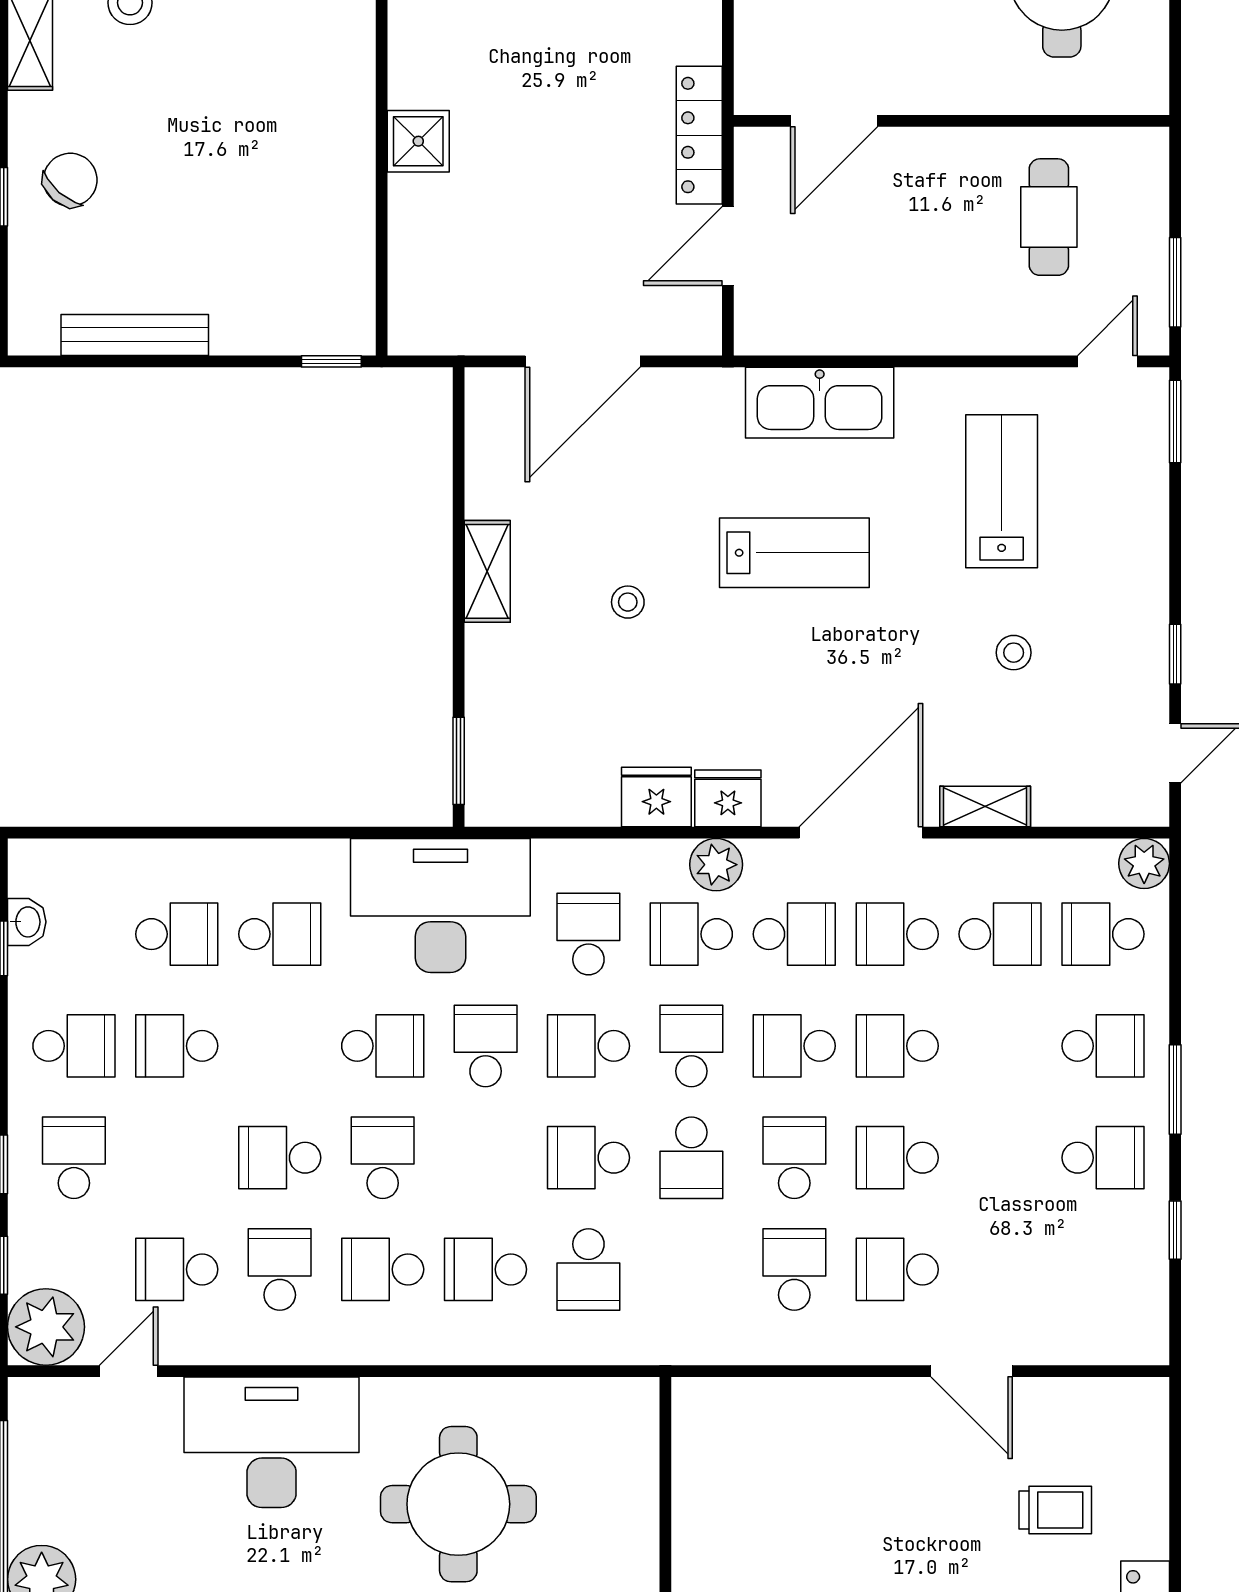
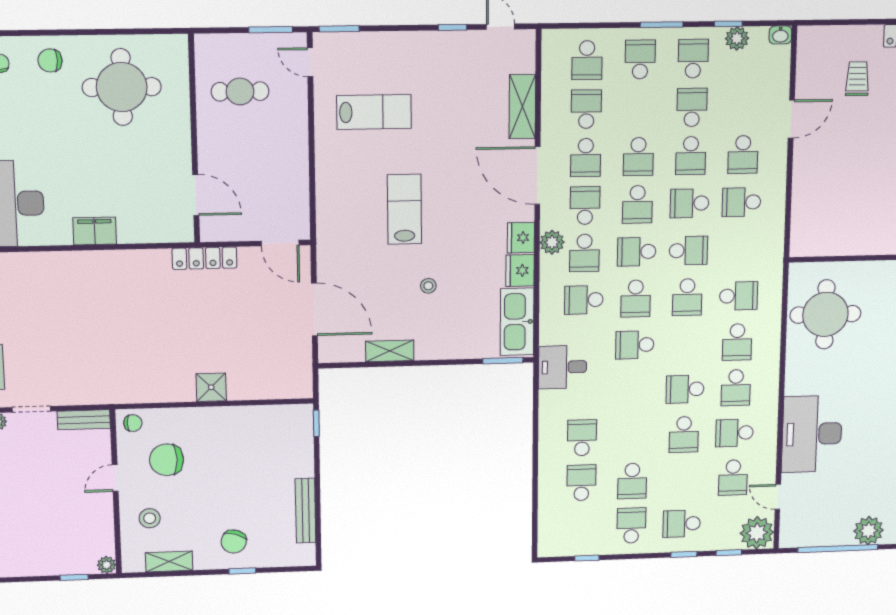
chair: (260, 43) -> (167, 460), added
chair: (70, 180) -> (234, 541), turned -113
door: (728, 246) -> (280, 243), moved
kitchen sink: (820, 403) -> (517, 322), moved, turned 180
lab bench: (1002, 491) -> (374, 112), turned 180
shelving: (487, 571) -> (390, 351), moved
stool: (1014, 653) -> (452, 105), removed
shelving: (985, 806) -> (522, 107), width x1.50, depth x1.33
plant: (1144, 863) -> (737, 38), moved
desk: (440, 905) -> (563, 367), width x0.53, depth x0.77
washbasin: (27, 922) -> (780, 35), moved, turned 180
school desk: (383, 1046) -> (692, 107), moved
round table: (458, 1504) -> (825, 314), moved

